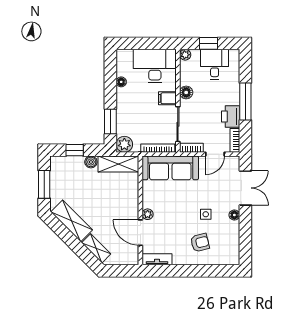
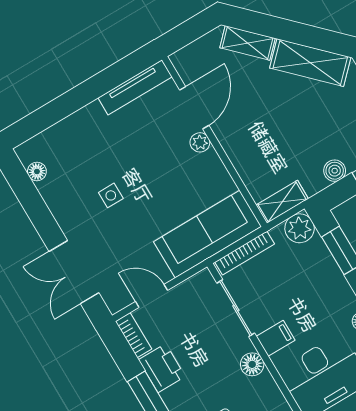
bookcase: (191, 148) -> (193, 284), removed
door: (215, 154) -> (152, 296), hinge flipped
shelving: (118, 164) -> (282, 202), width x0.67, depth x0.75
floor lamp: (234, 215) -> (37, 171), moved
door: (140, 233) -> (194, 108), hinge flipped
armchair: (200, 243) -> (94, 147), removed
tv unit: (157, 259) -> (135, 87), width x1.41

